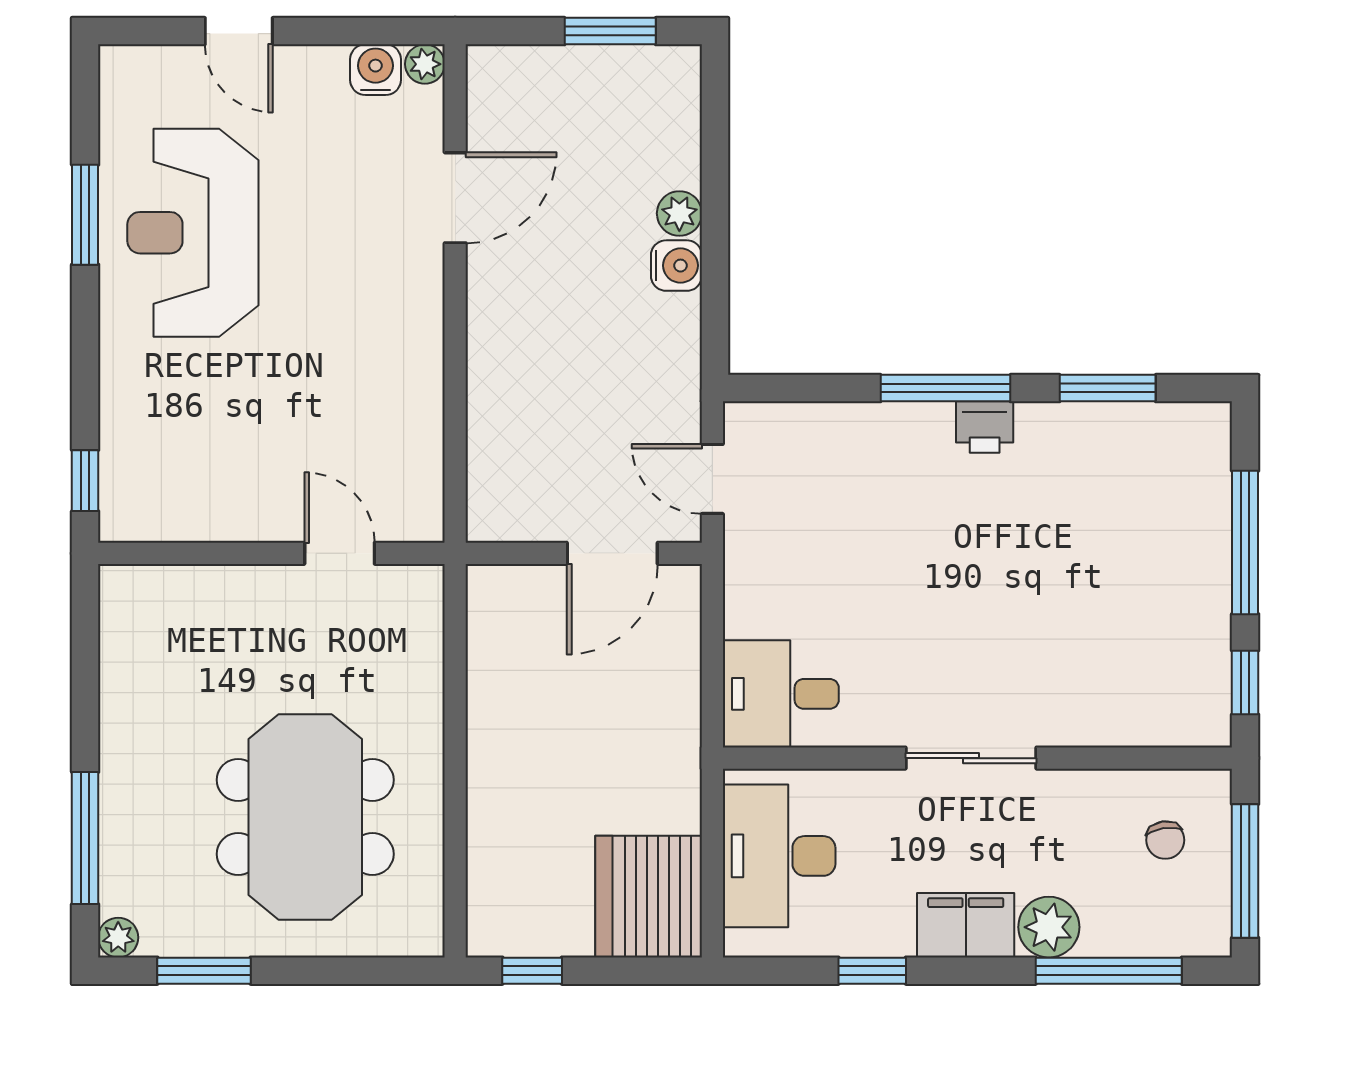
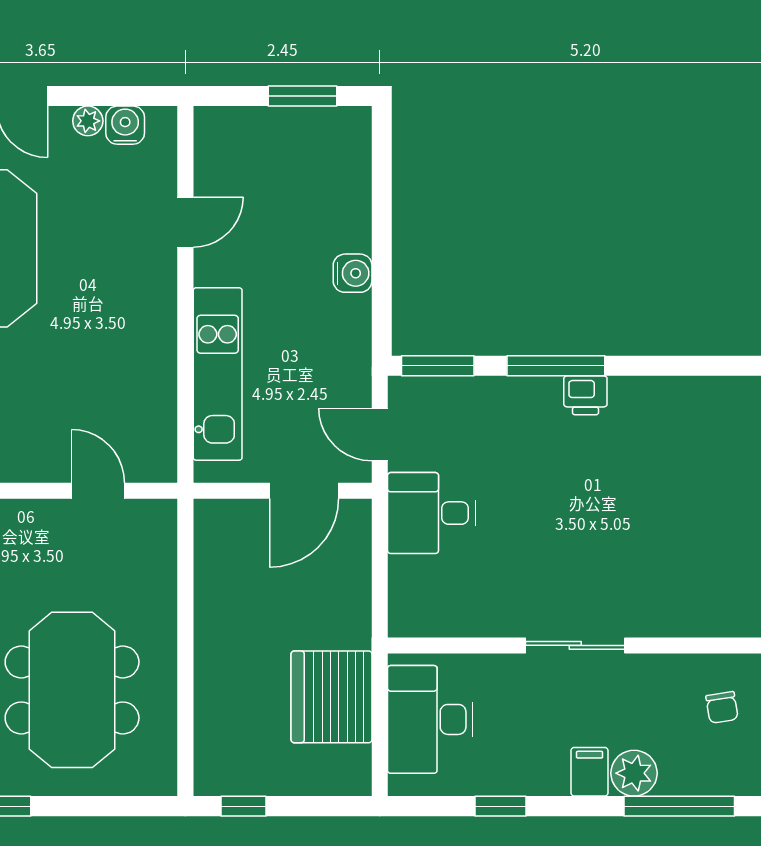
plant: (425, 64) -> (88, 121), moved
door: (455, 198) -> (185, 222), width x0.73
plant: (679, 213) -> (355, 234), removed
window: (1108, 388) -> (438, 366), moved
kitchen unit: (498, 399) -> (218, 374), added
desk: (781, 694) -> (431, 513), moved
server rack: (649, 897) -> (332, 697), moved
filing cabinet: (966, 925) -> (590, 772), width x0.50

